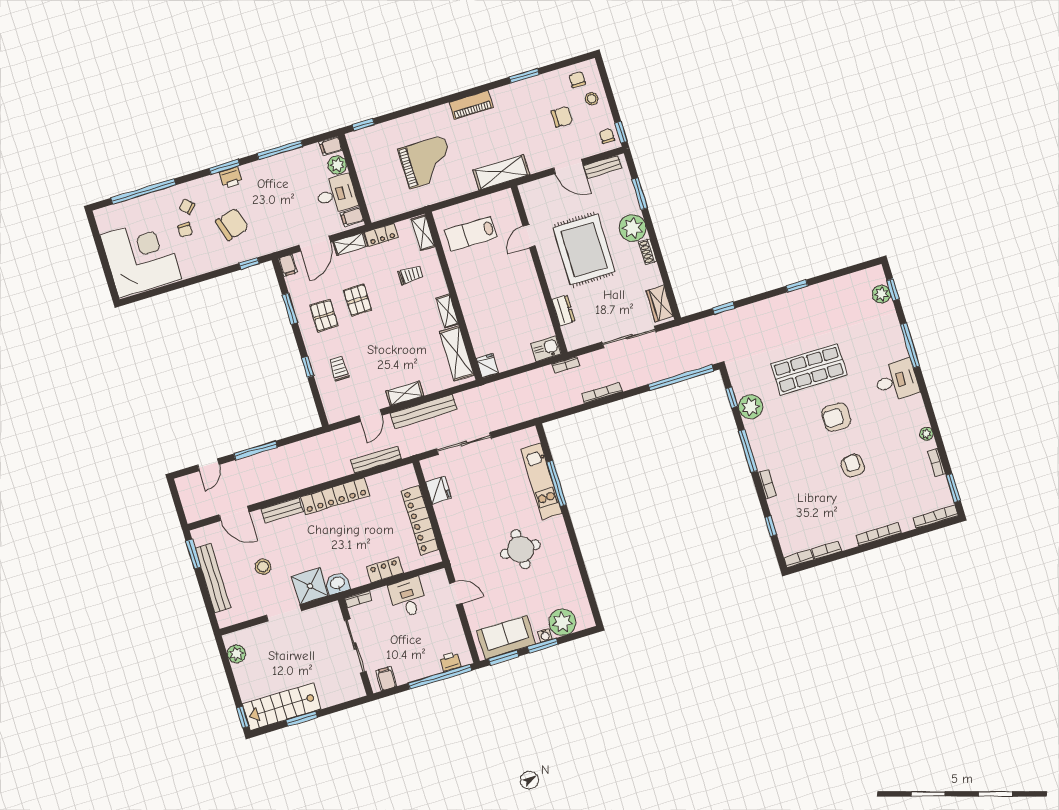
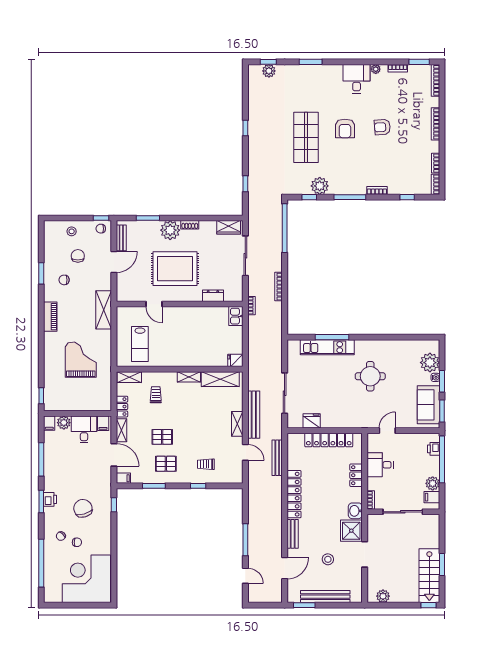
chair: (577, 80) -> (64, 280), moved
window: (910, 345) -> (311, 62), width x0.69
desk: (896, 381) -> (357, 79), moved
plant: (404, 674) -> (433, 483), added

